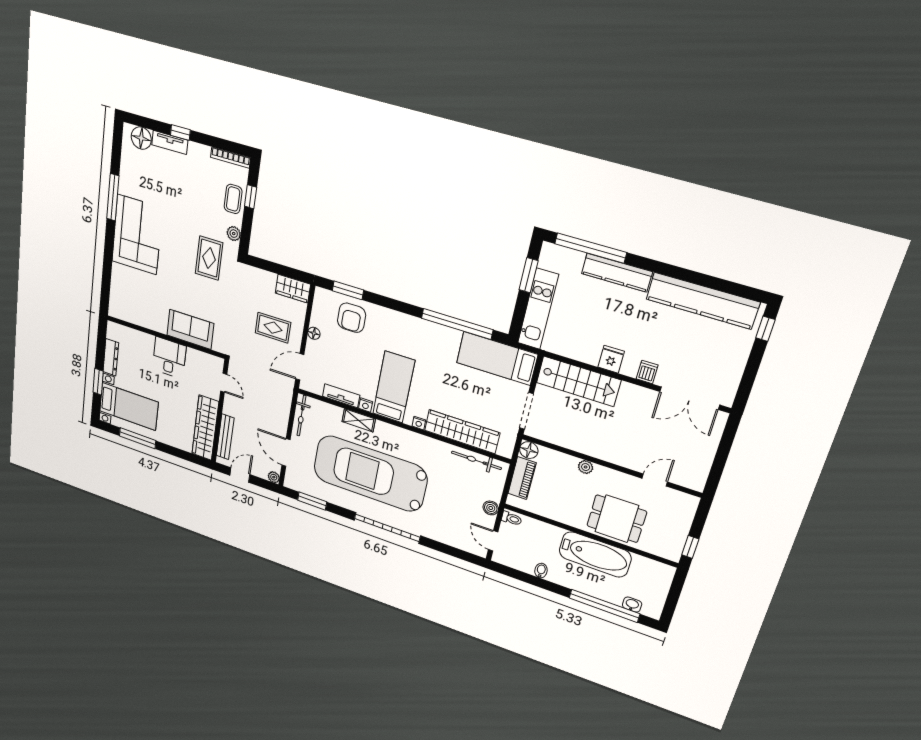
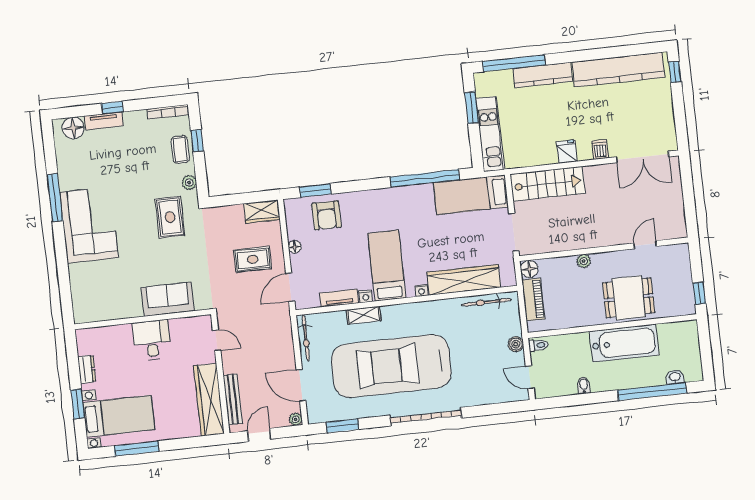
dresser: (111, 357) -> (87, 369), width x0.70

